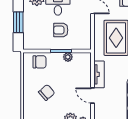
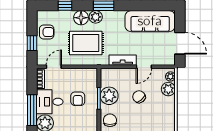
plant: (68, 57) -> (109, 96), width x1.88, depth x1.88
chair: (47, 92) -> (139, 97), moved

